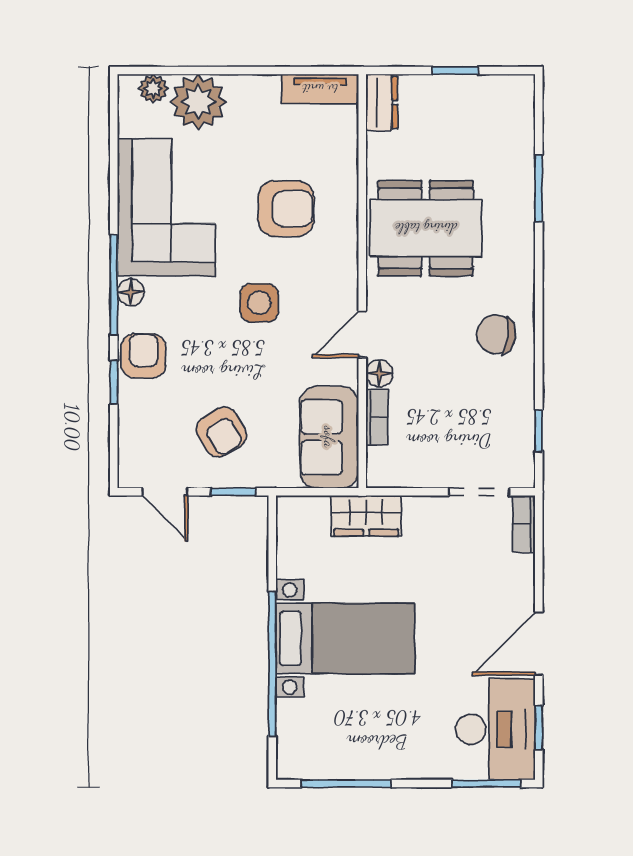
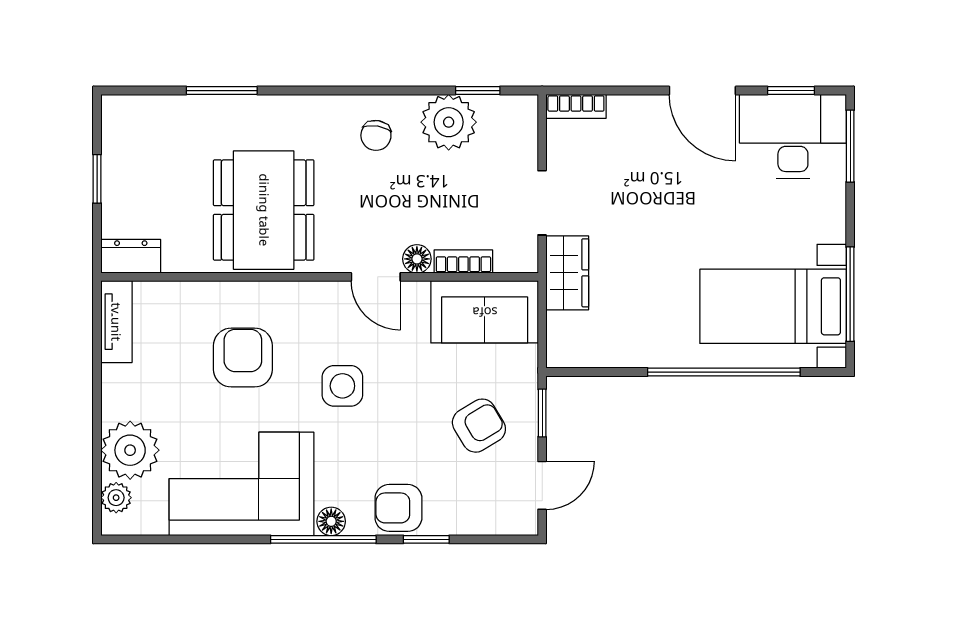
chair: (496, 335) -> (376, 135), width x0.73, depth x0.73
plant: (509, 403) -> (449, 122), added
doorway: (479, 492) -> (542, 203), moved
bed with nightstands: (345, 638) -> (773, 306), moved, turned -90

